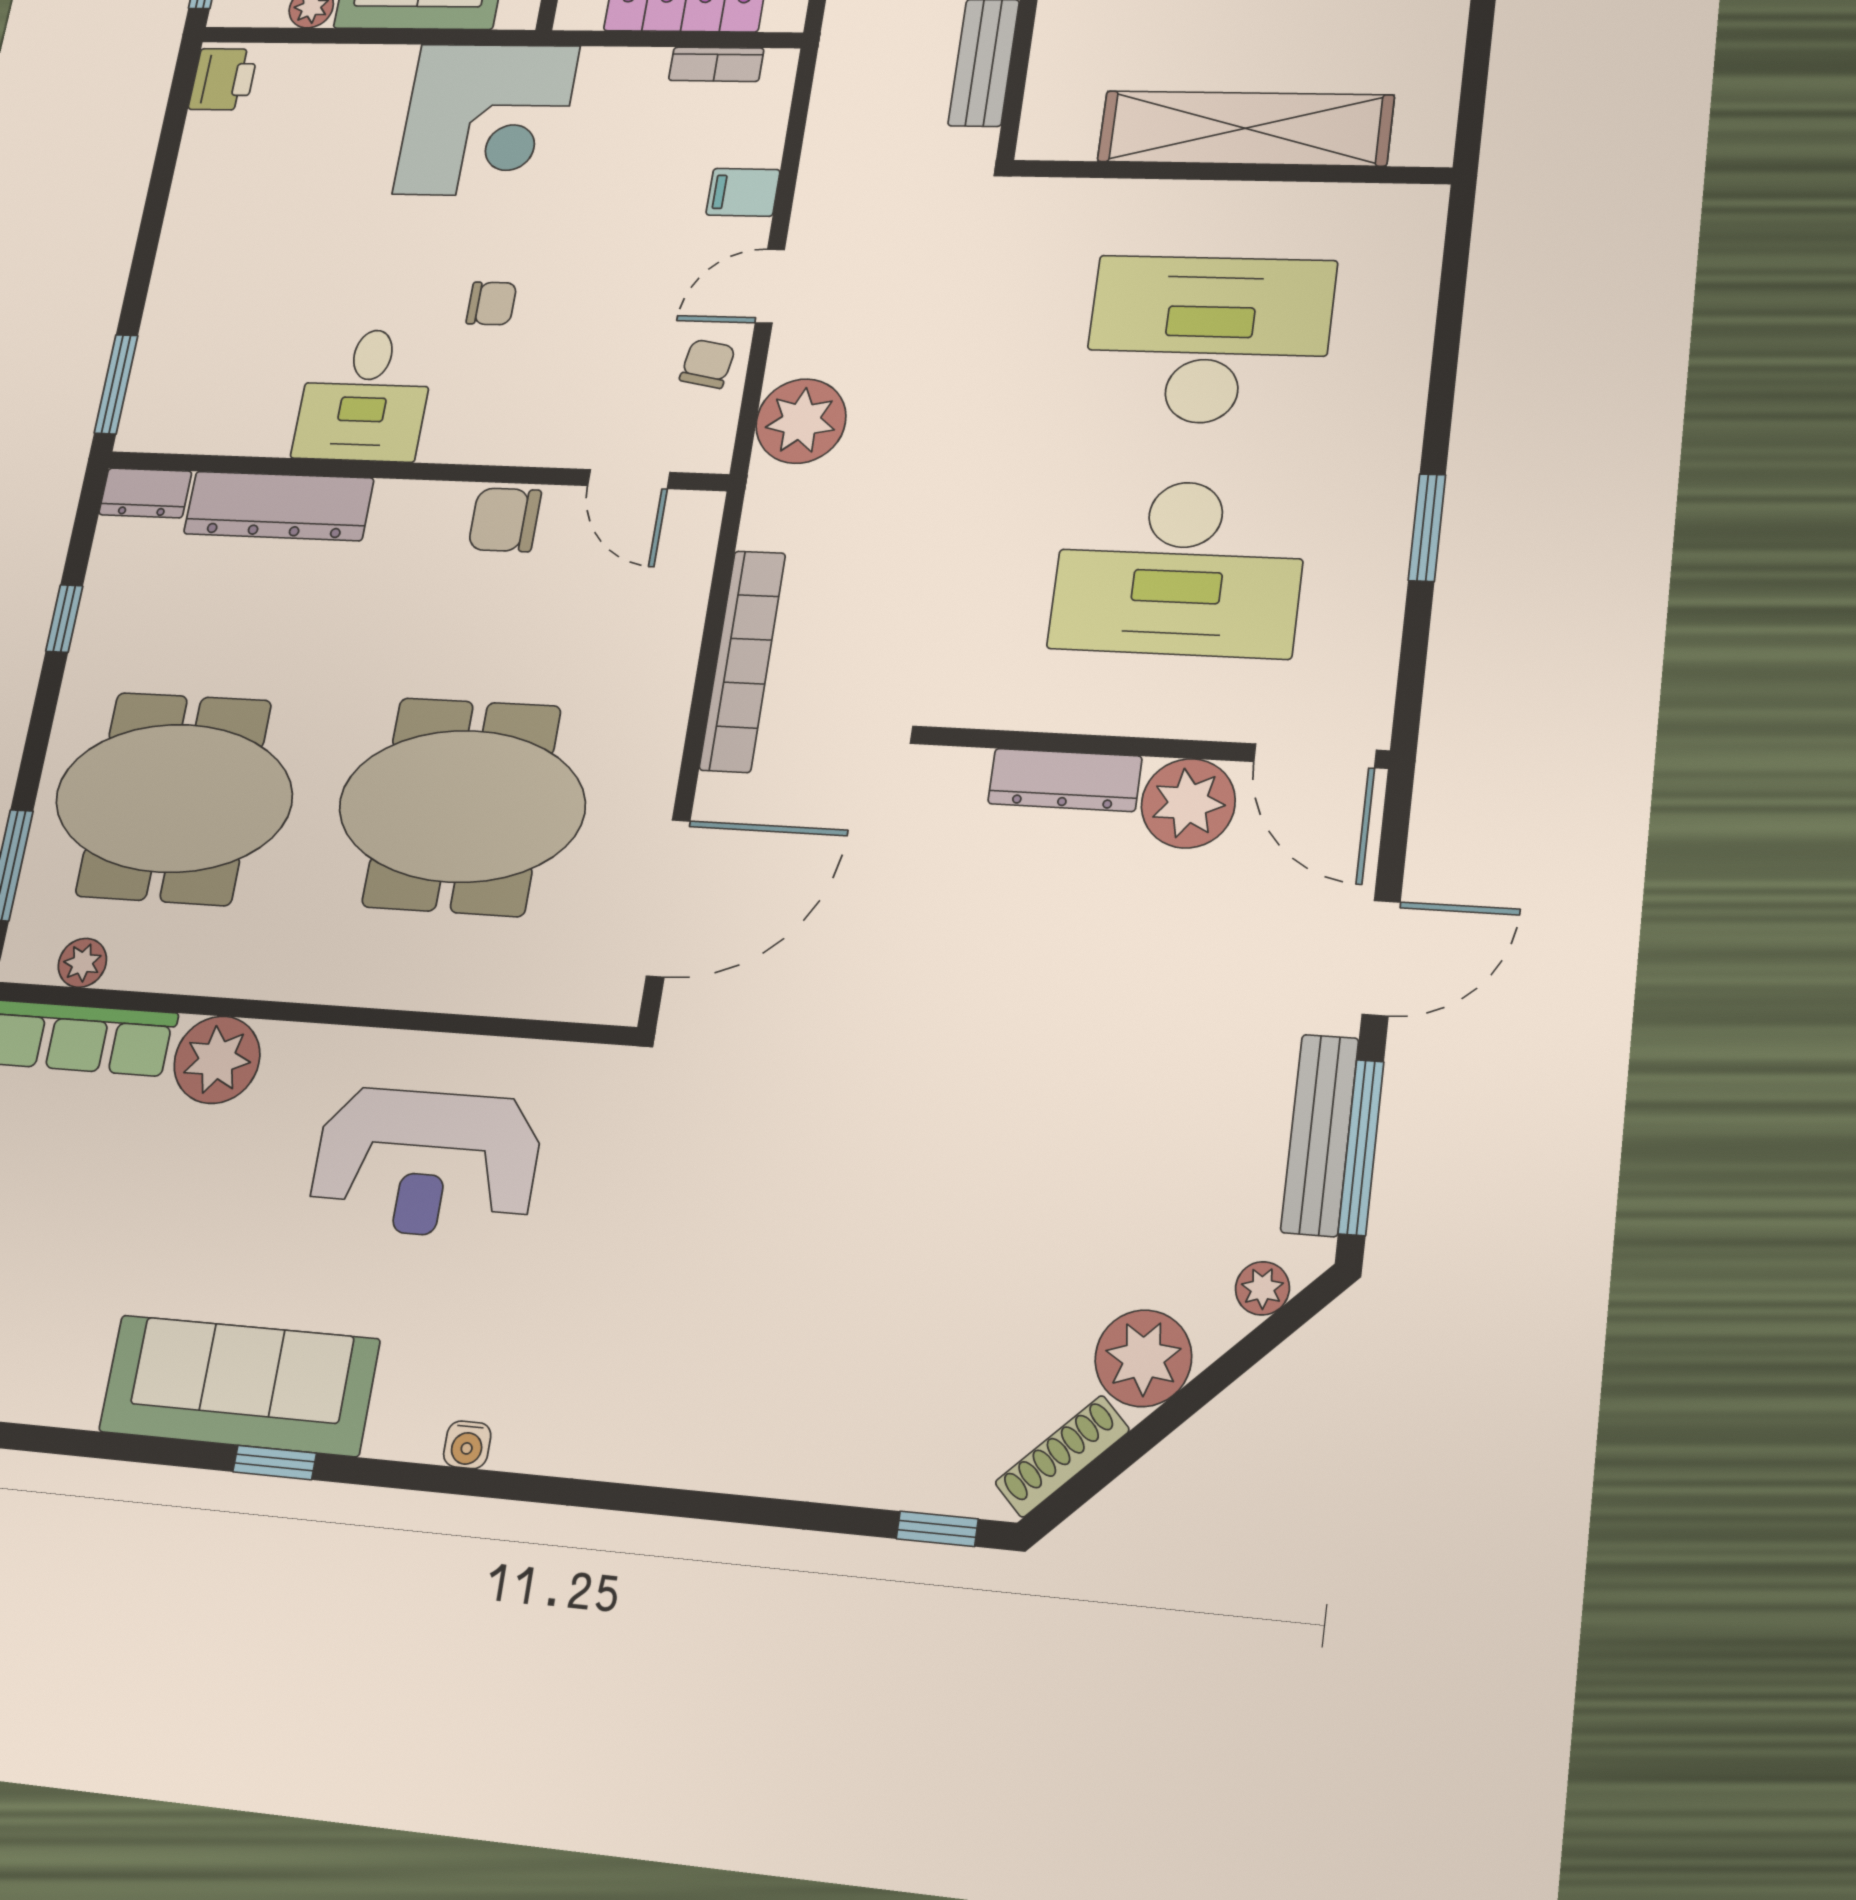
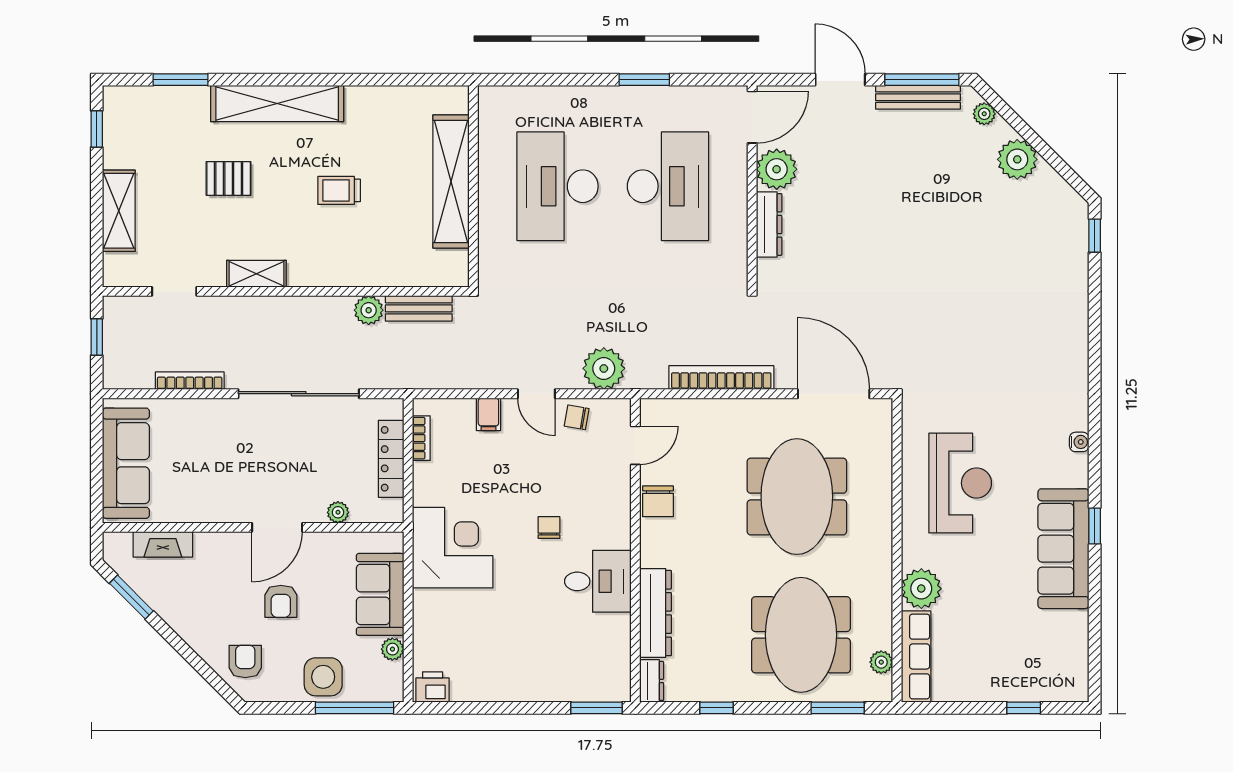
shoe rack: (1062, 1456) -> (1060, 188), removed

